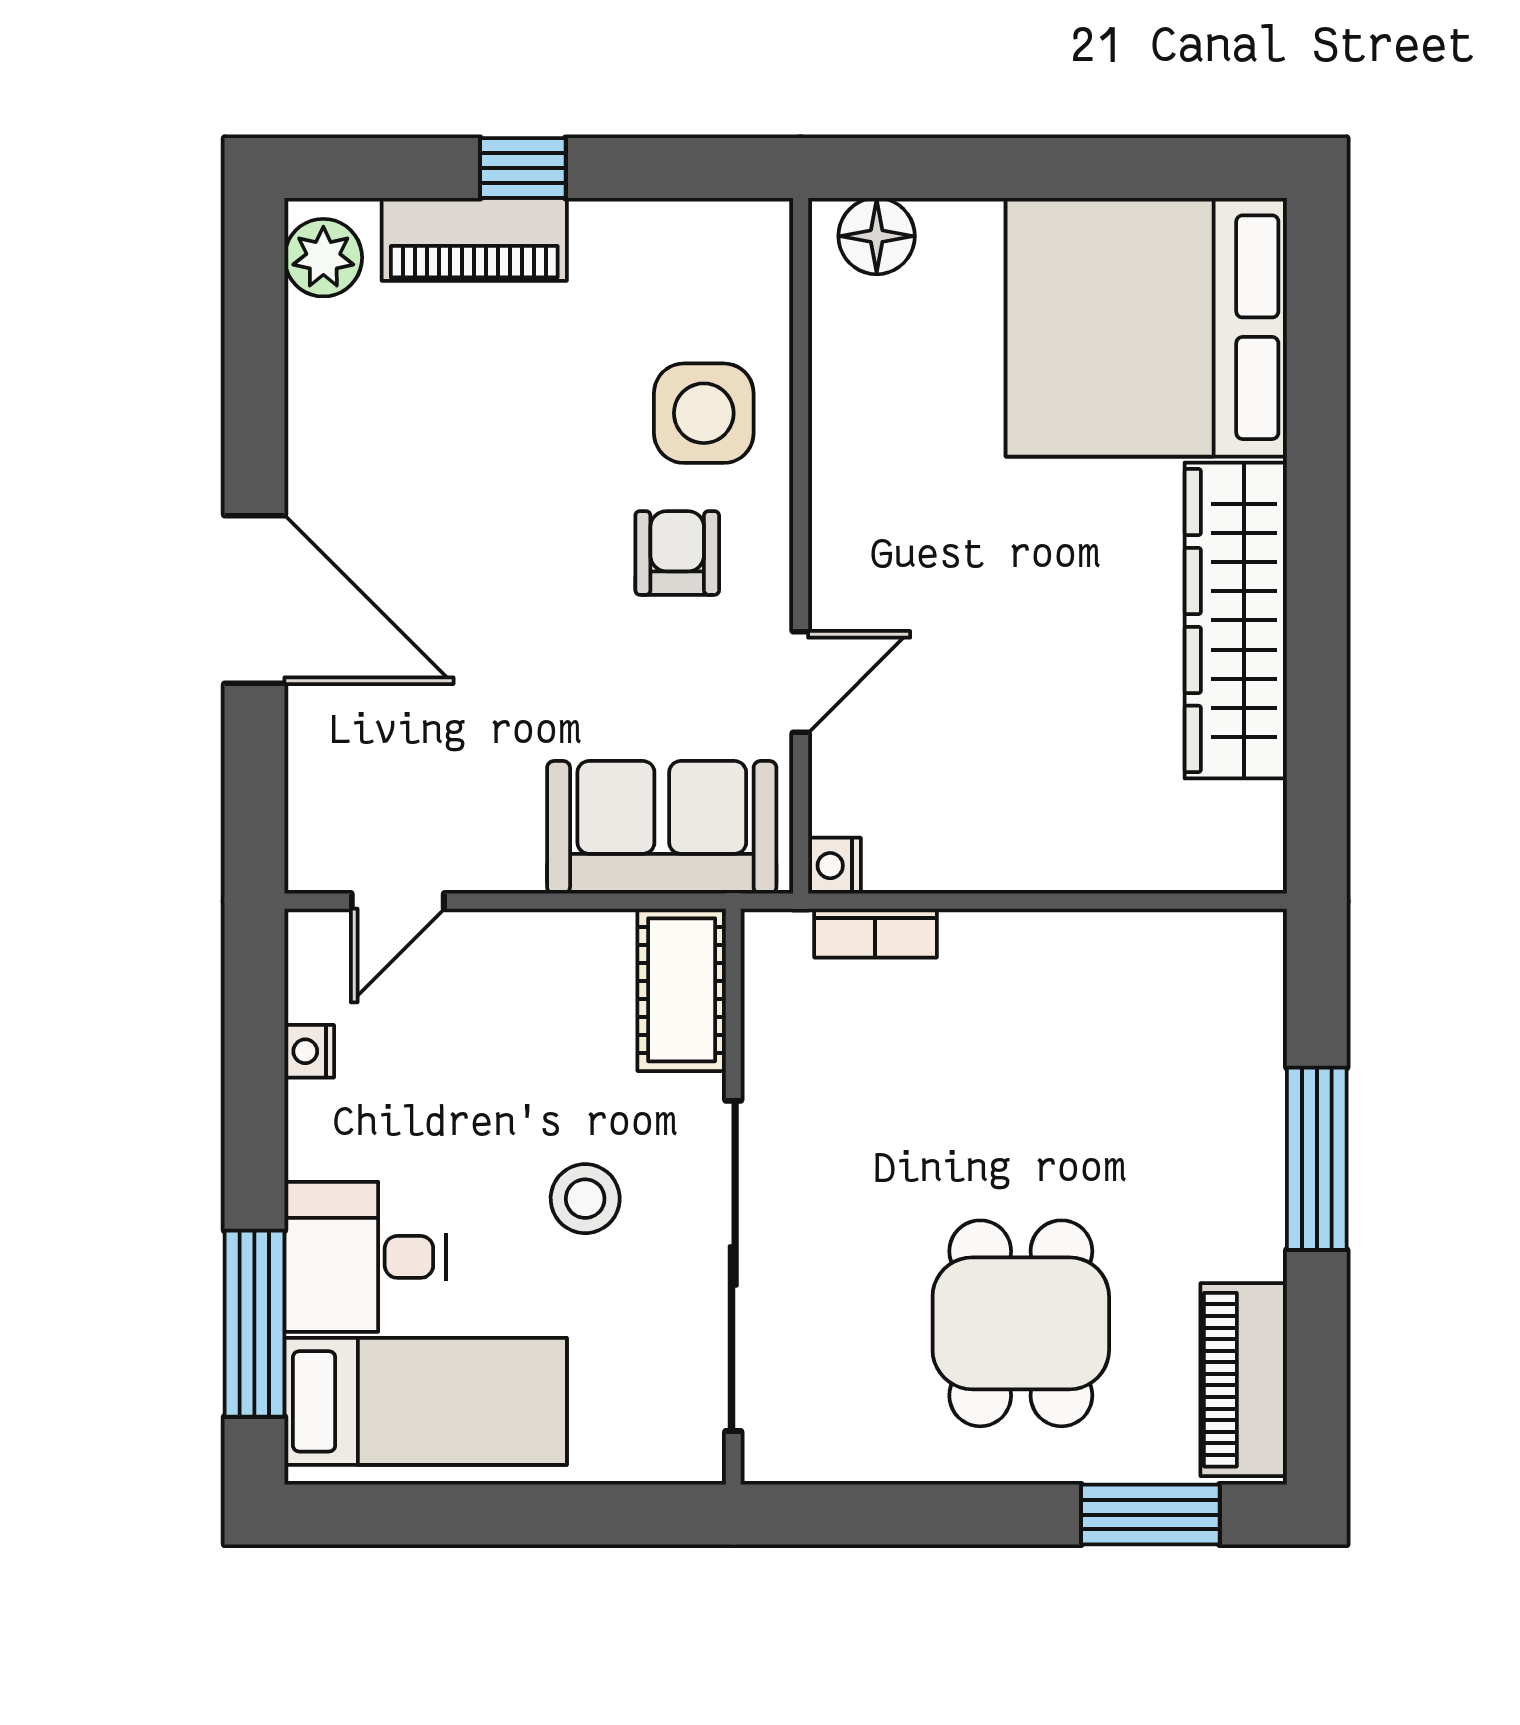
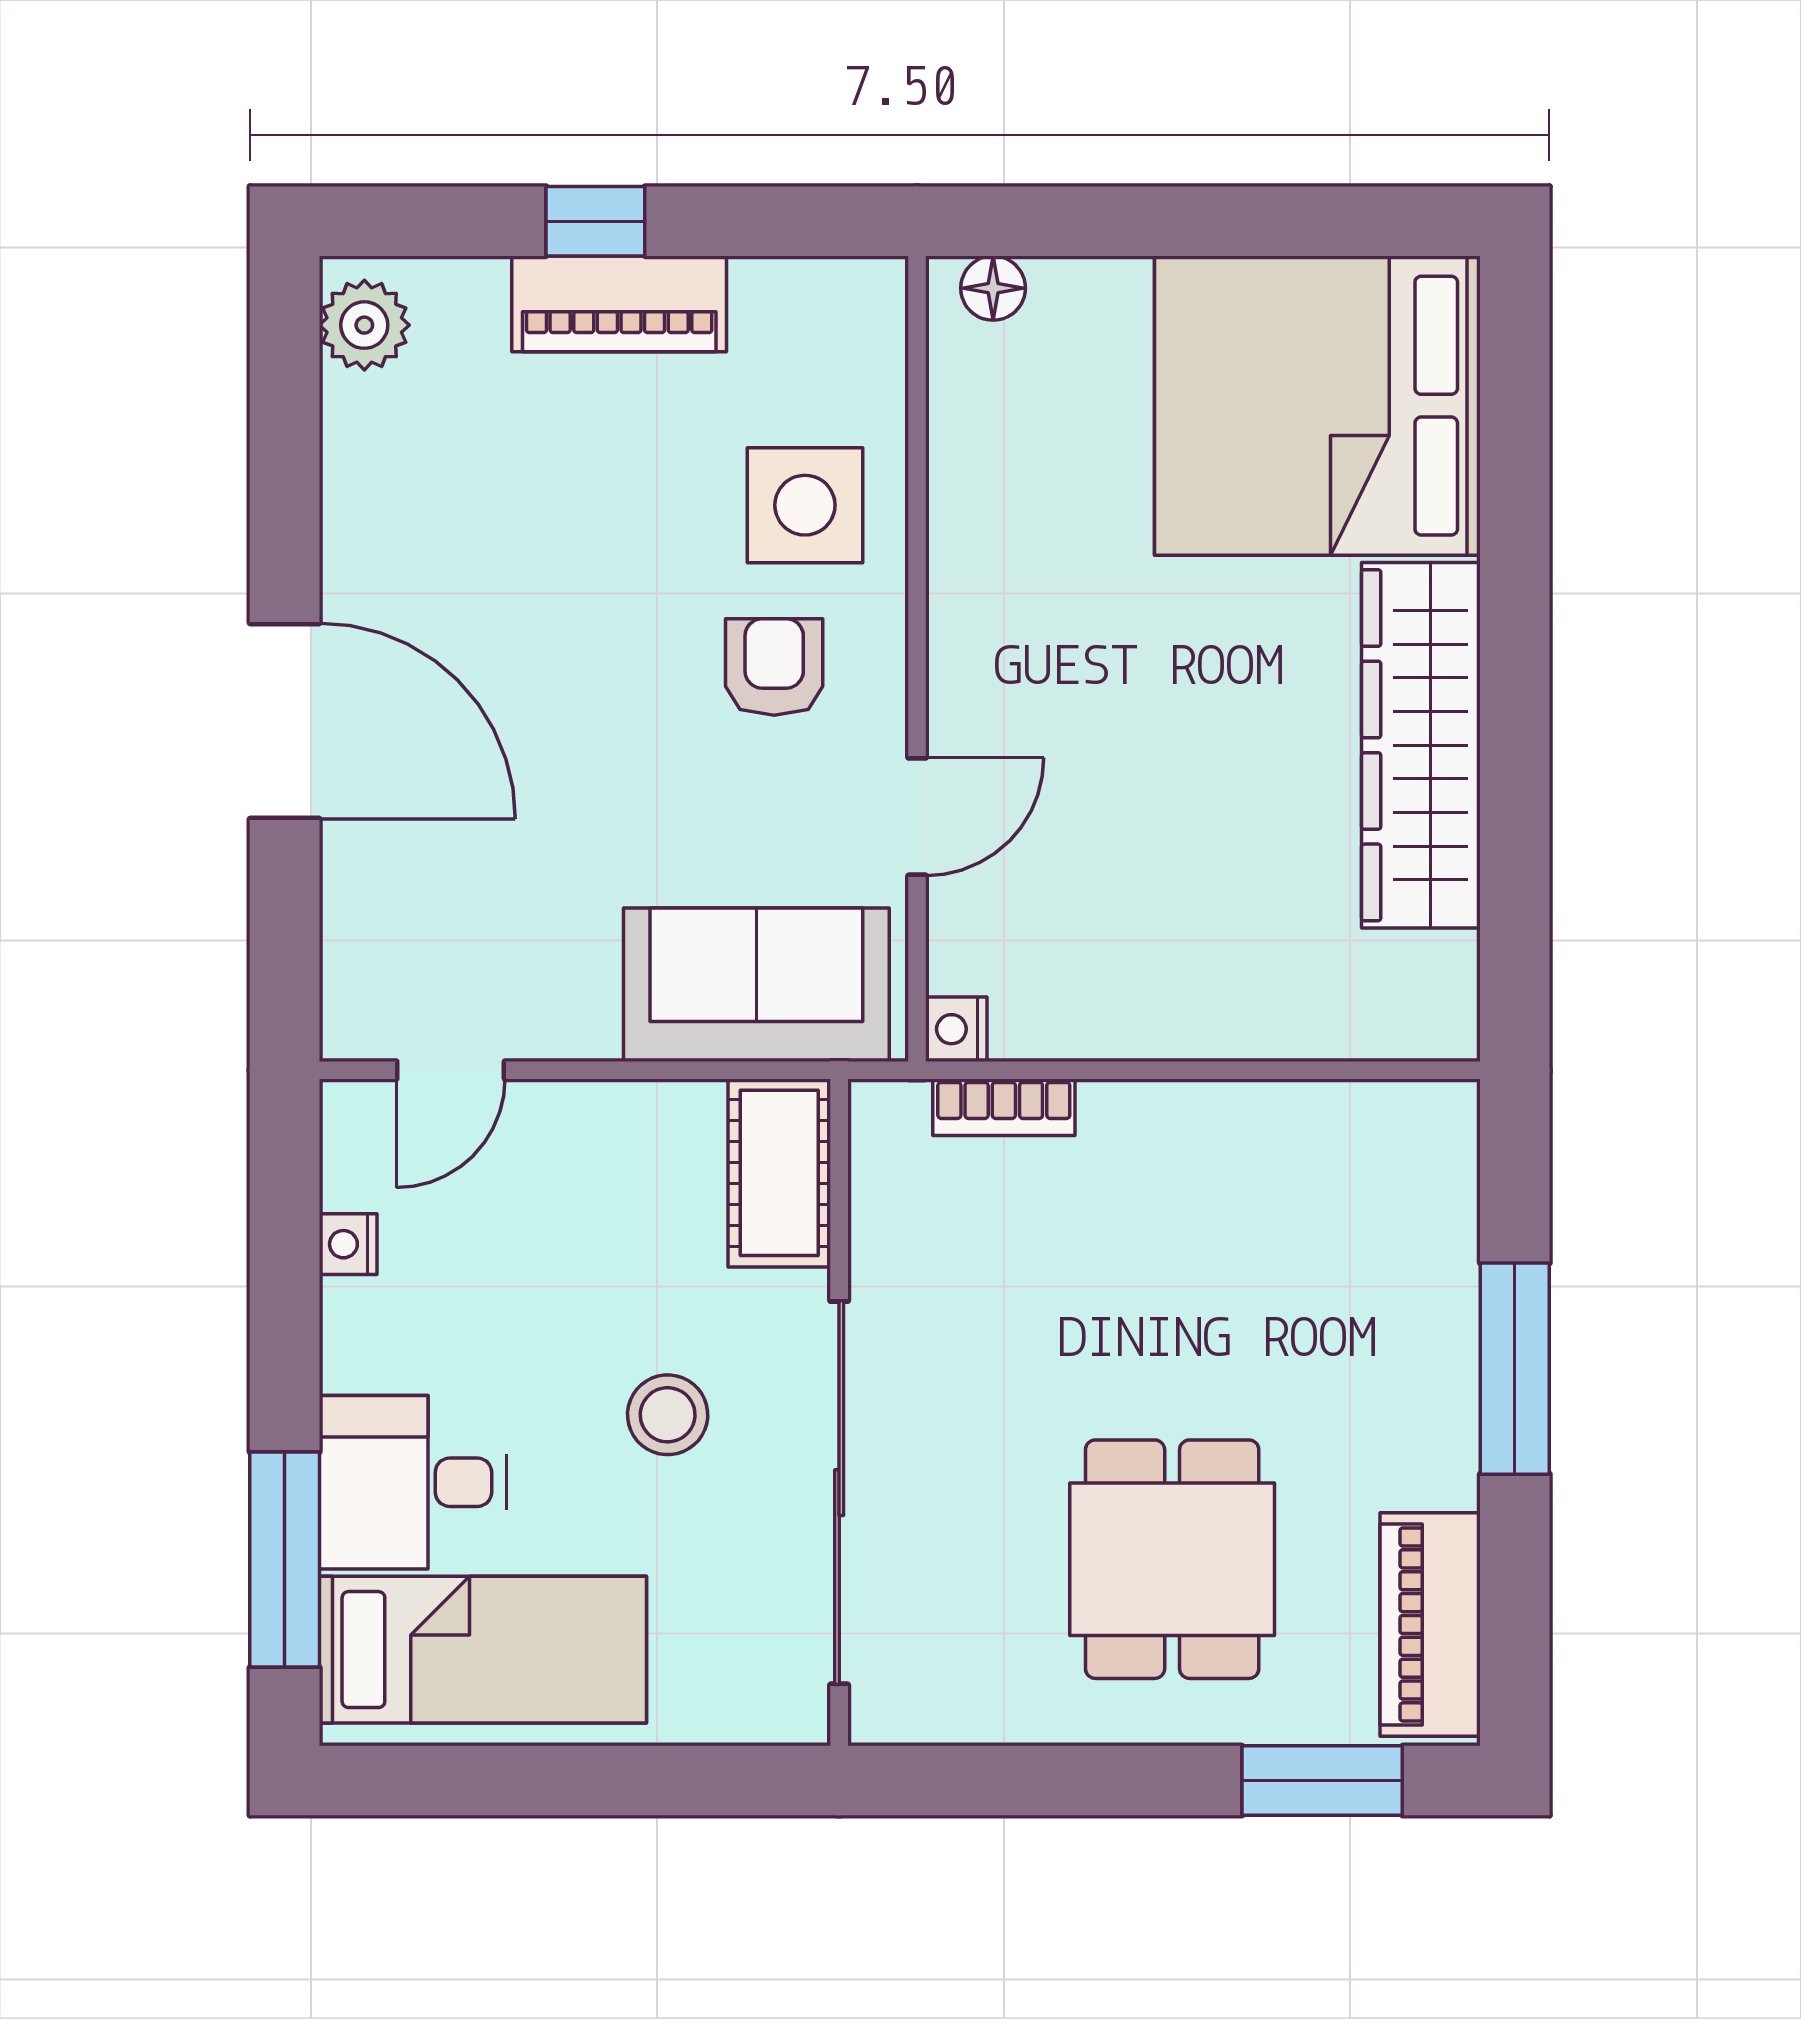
floor lamp: (877, 236) -> (993, 288), width x0.73, depth x0.73
piano: (474, 239) -> (619, 304), moved

